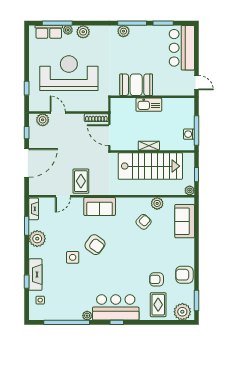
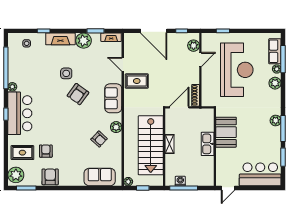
plant: (157, 203) -> (116, 127), moved
fireplace: (35, 275) -> (60, 39), moved

